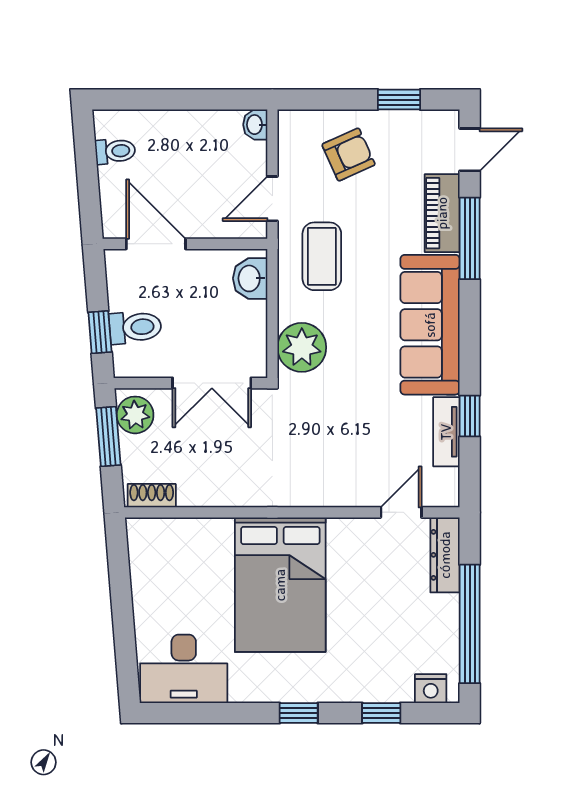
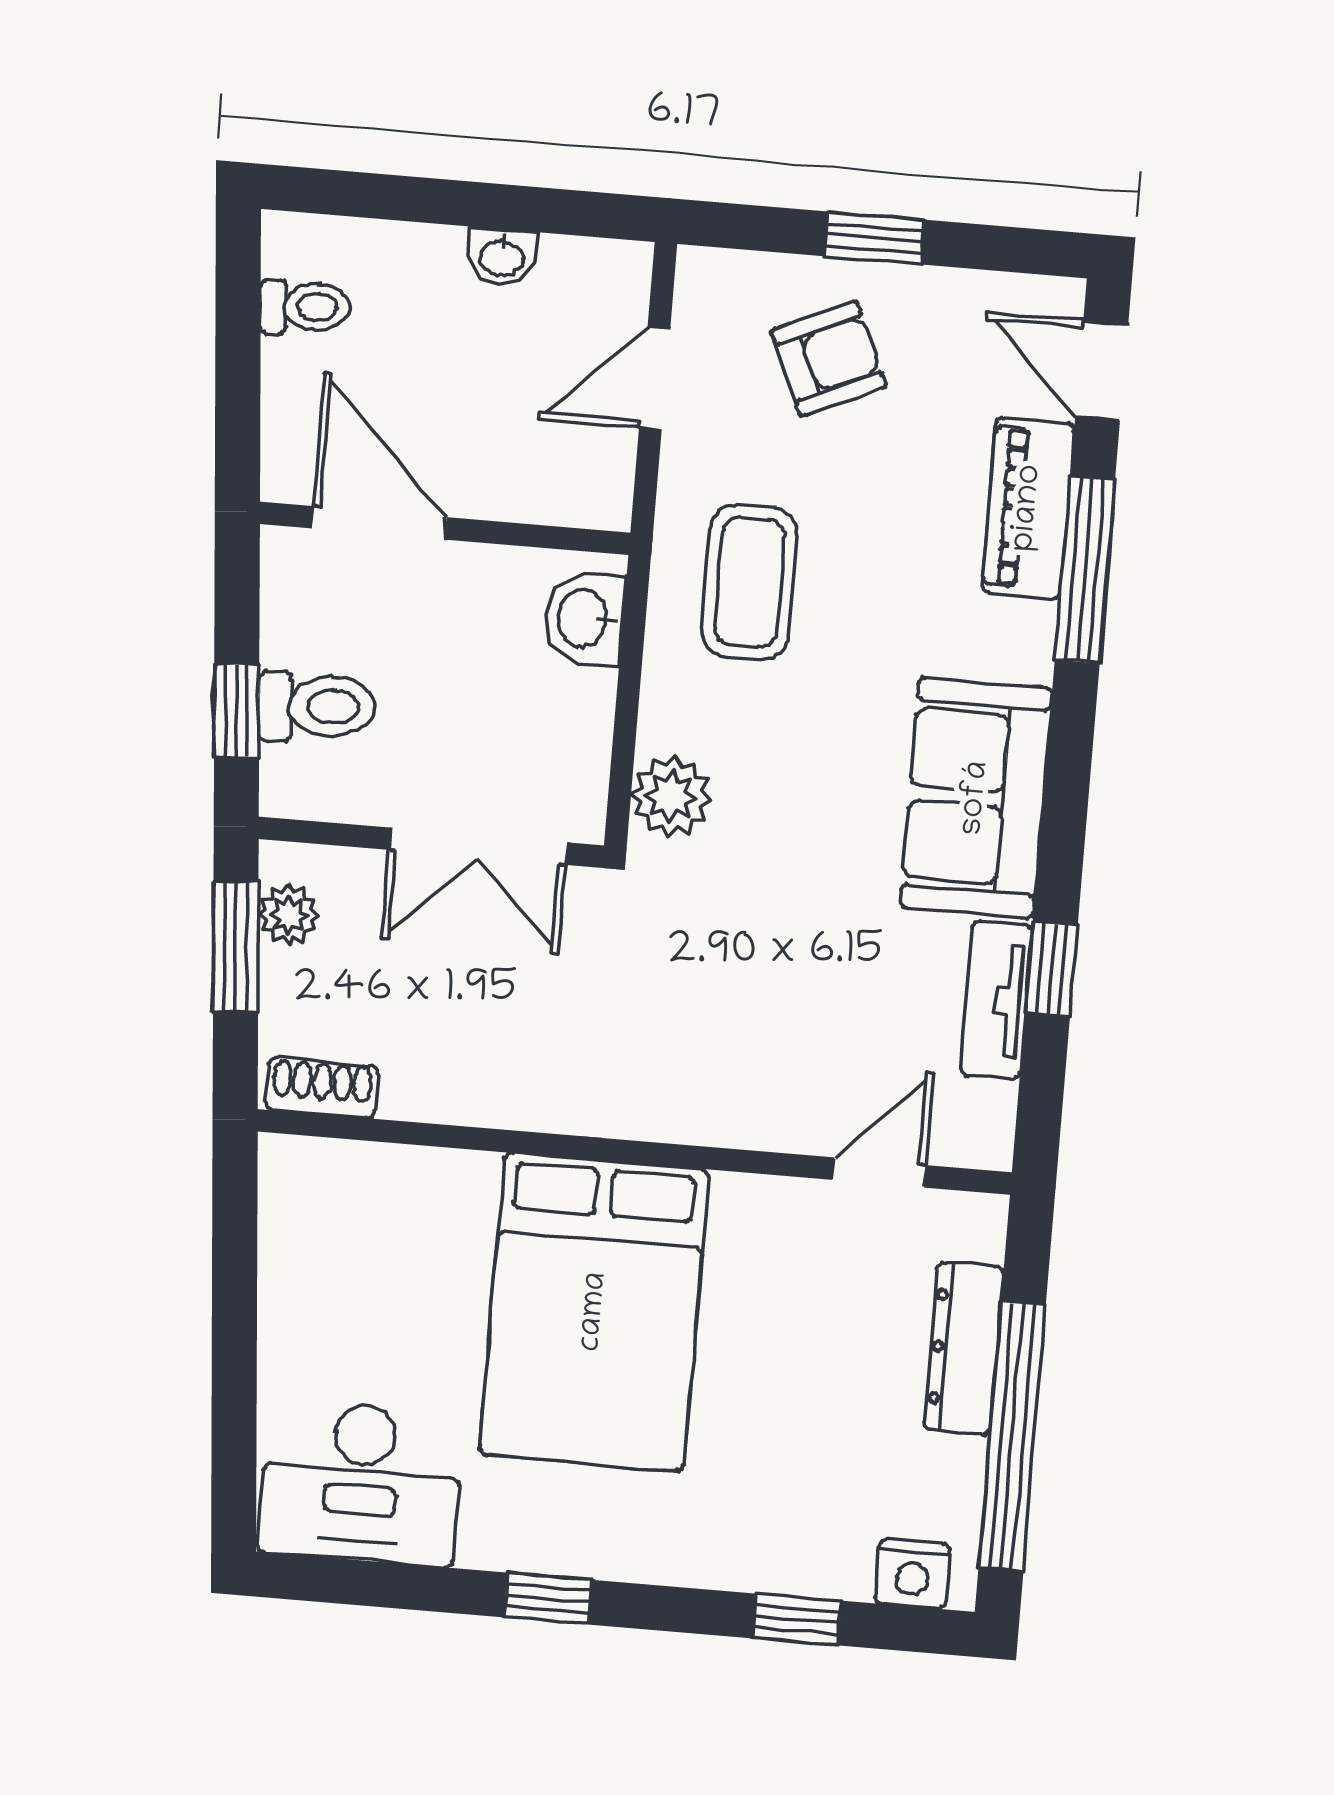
window: (399, 100) -> (875, 238), moved
washbasin: (255, 125) -> (502, 257), moved, turned -90
door: (470, 150) -> (1102, 371), swing flipped
door: (272, 199) -> (655, 378), moved
sofa: (430, 325) -> (976, 798), width x0.73
plant: (302, 347) -> (671, 796), width x0.73, depth x0.73
plant: (135, 415) -> (289, 915), width x0.73, depth x0.73
dresser: (445, 555) -> (964, 1348), moved
window: (299, 713) -> (548, 1599), moved

